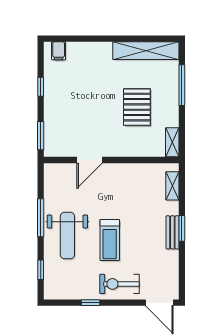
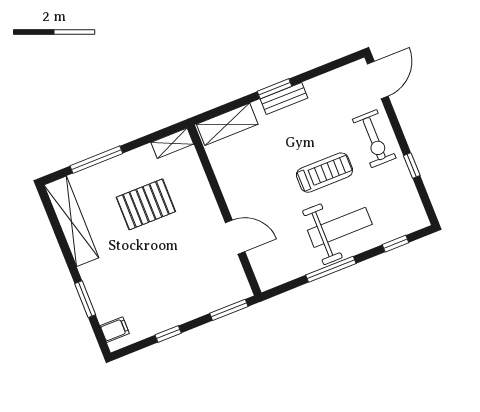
window: (88, 39) -> (85, 299), added
shelving: (172, 186) -> (227, 124), width x1.50, depth x1.33

